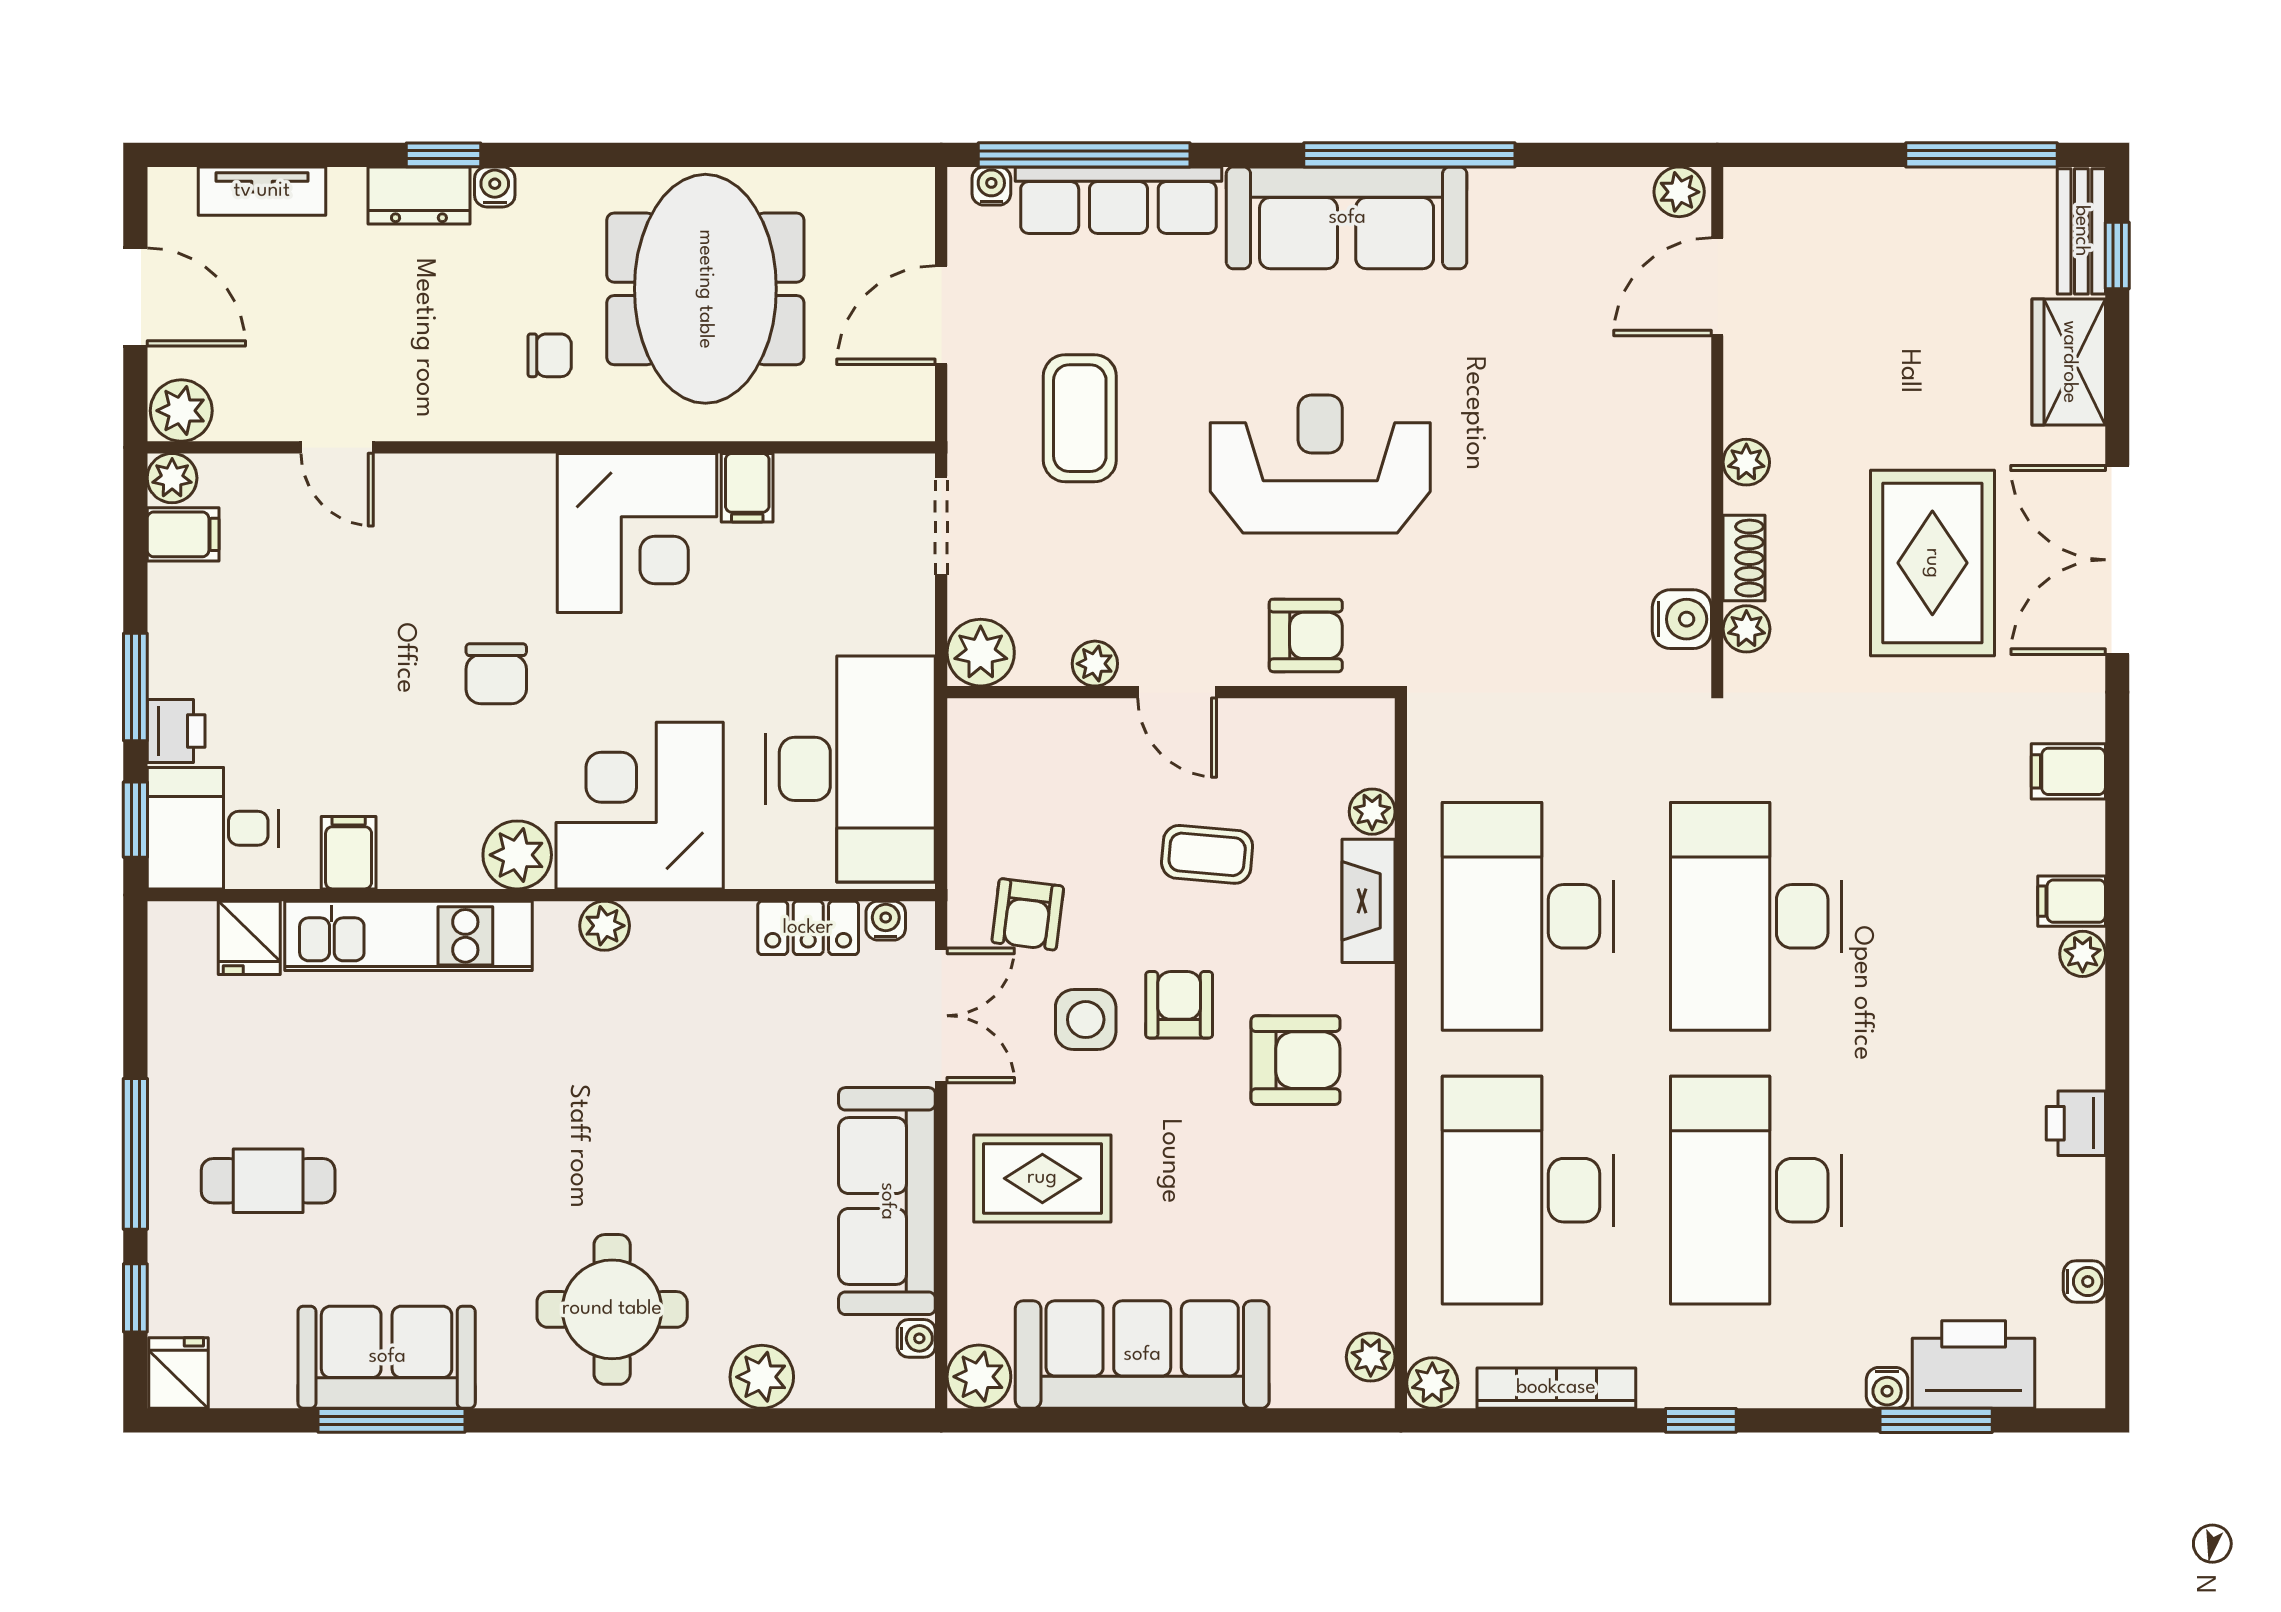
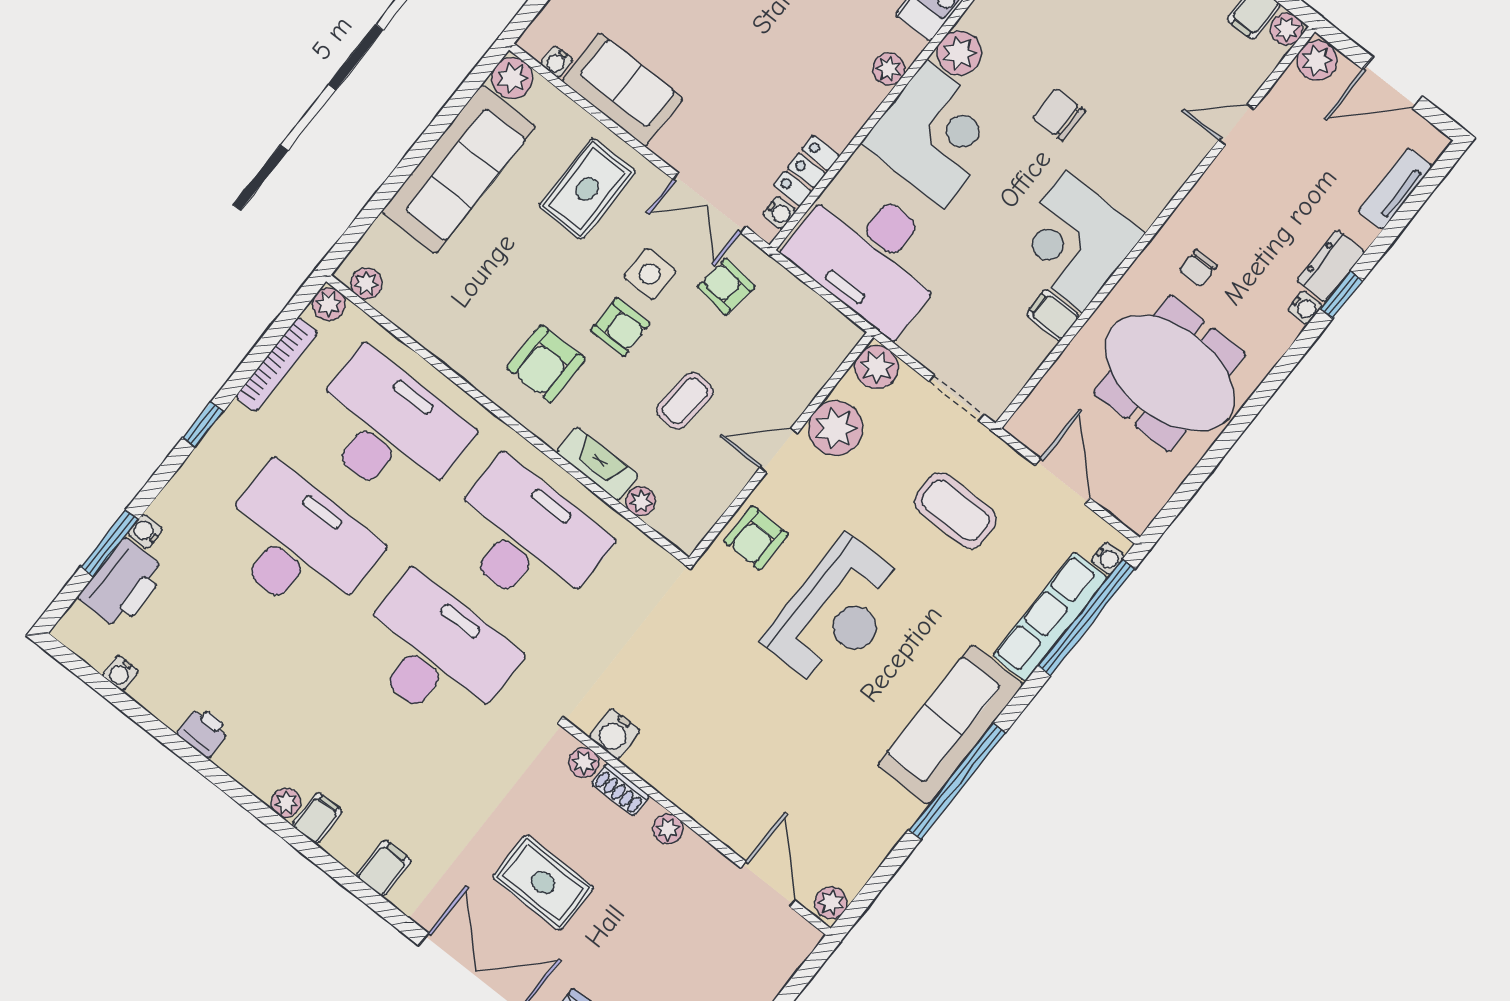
rug: (1932, 563) -> (543, 883), width x0.73, depth x0.70
plant: (1095, 664) -> (836, 428), width x1.87, depth x1.87
sofa: (887, 1201) -> (622, 90), width x0.73

